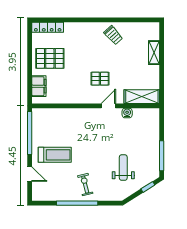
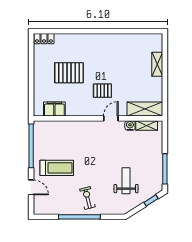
locker: (48, 27) -> (44, 39), width x0.66
trolley: (113, 35) -> (116, 47), removed
pallet: (50, 58) -> (69, 73), moved
filing cabinet: (39, 86) -> (54, 109), moved, turned -90
shelving: (144, 113) -> (147, 125), added

